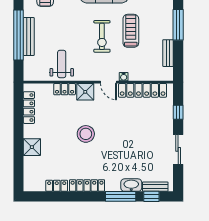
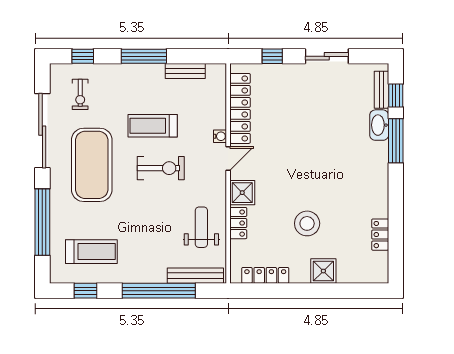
bench: (29, 36) -> (195, 276), moved
weight bench: (62, 64) -> (201, 227), turned 90
stool: (86, 134) -> (307, 223), moved
locker: (87, 185) -> (380, 190), removed

